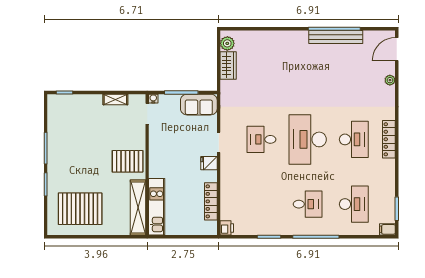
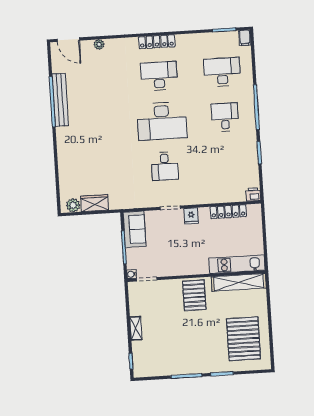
shelving: (115, 99) -> (136, 328), moved

